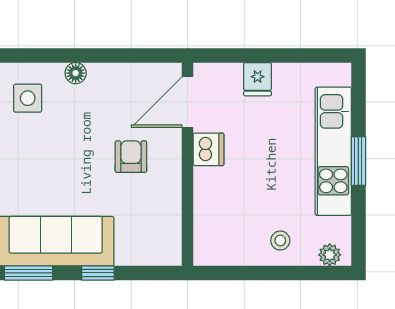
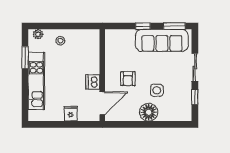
floor lamp: (76, 73) -> (149, 112), width x1.89, depth x1.89
side table: (28, 98) -> (157, 90), moved
window: (358, 161) -> (25, 58), moved

